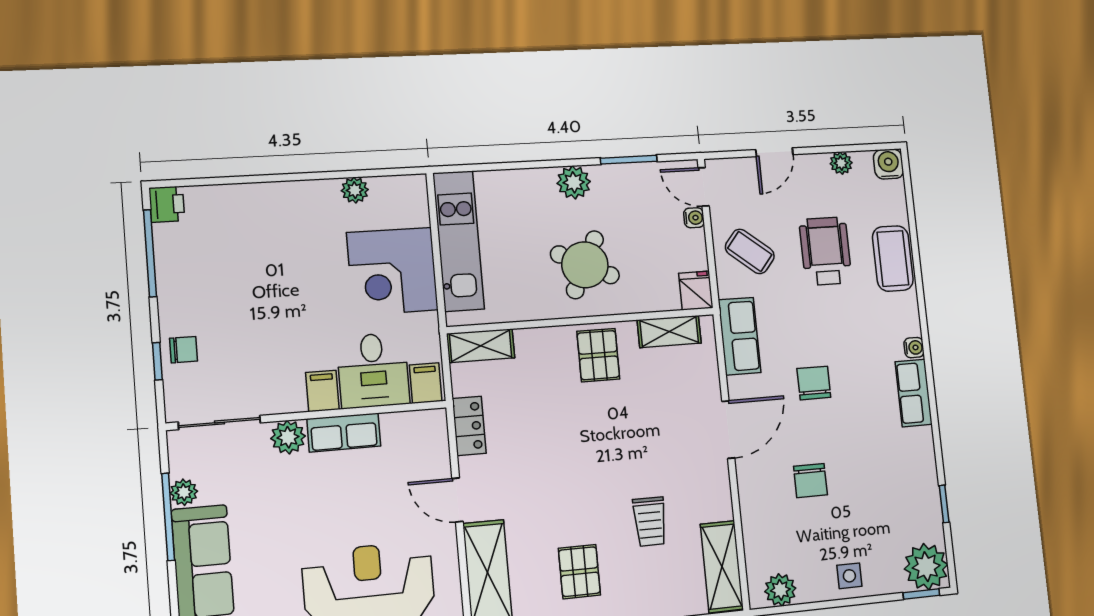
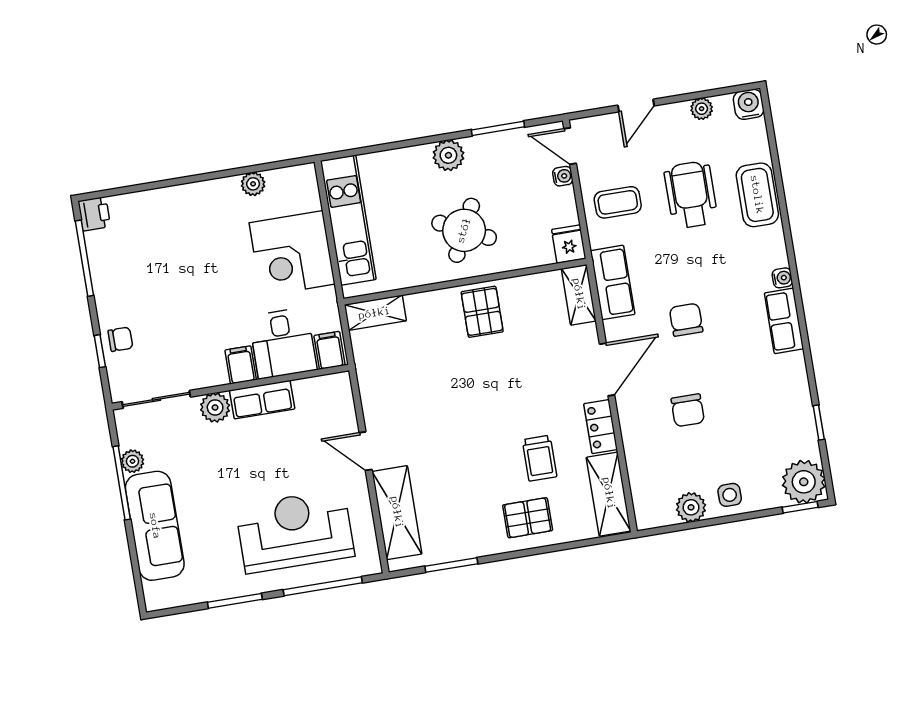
coffee table: (750, 251) -> (618, 202), turned -39
shelving: (669, 331) -> (579, 295), moved, turned 90
locker: (469, 426) -> (601, 427), moved, turned 180
pallet: (579, 572) -> (528, 518), moved, turned 90
plant: (780, 590) -> (691, 507), moved

